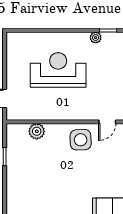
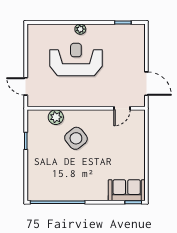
plant: (96, 38) -> (80, 29), moved
side table: (81, 140) -> (76, 138), moved, turned -37

